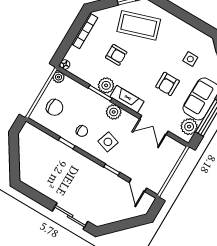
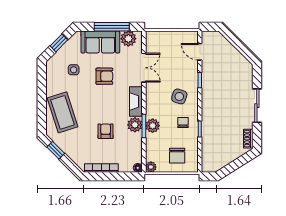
coffee table: (139, 25) -> (62, 112), moved
chair: (55, 107) -> (177, 156), turned 180
plant: (114, 112) -> (153, 126), moved
shoe rack: (31, 182) -> (248, 139), added
door: (138, 185) -> (200, 52), swing flipped
sliding door: (70, 216) -> (257, 106), moved

